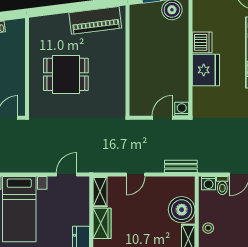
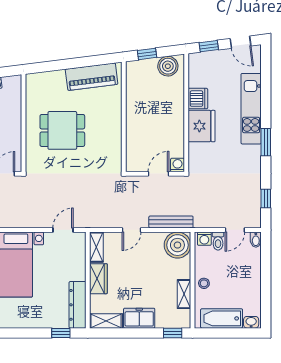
bench: (181, 166) -> (171, 222), width x1.36
boiler: (182, 210) -> (177, 245), moved

